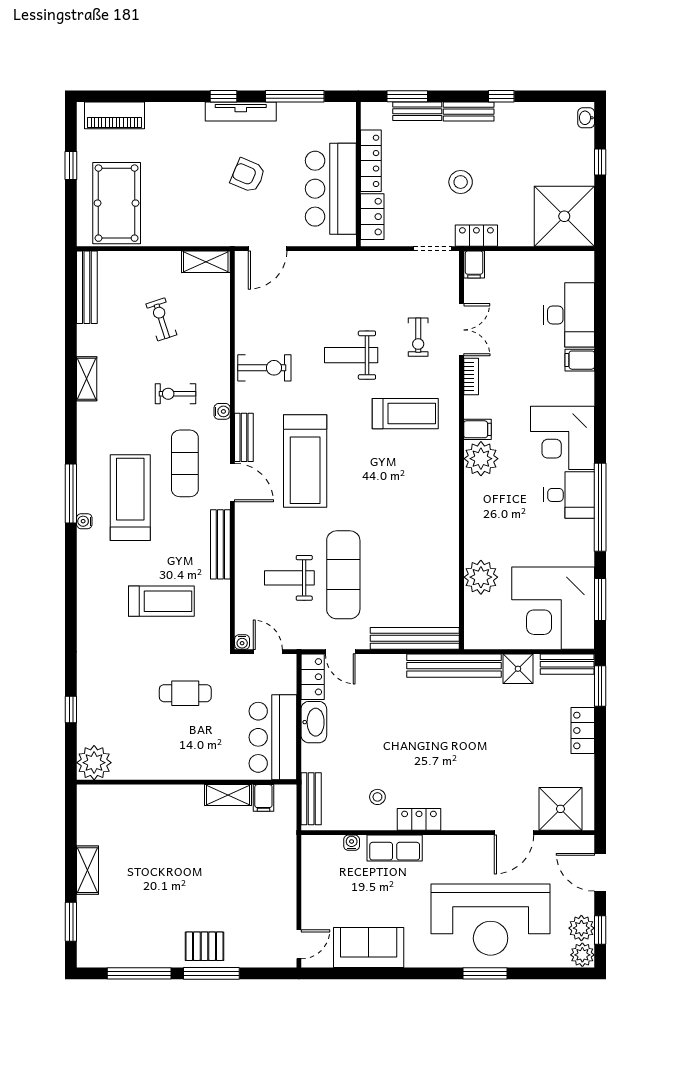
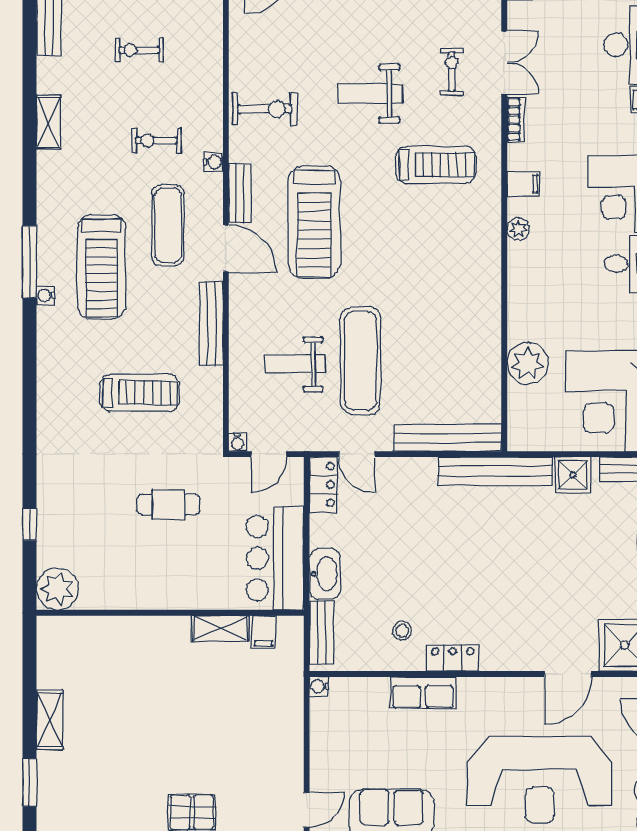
exercise bike: (161, 319) -> (139, 50), turned -72
exercise bike: (418, 337) -> (452, 72), turned 180
plant: (481, 459) -> (518, 229), width x0.53, depth x0.53
treadmill: (130, 498) -> (102, 267), turned 180
door: (268, 652) -> (269, 454), swing flipped
washbasin: (314, 722) -> (325, 574), moved
water cooler: (352, 843) -> (319, 686), moved, turned -90

